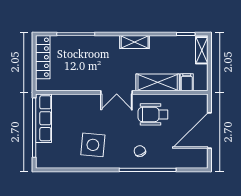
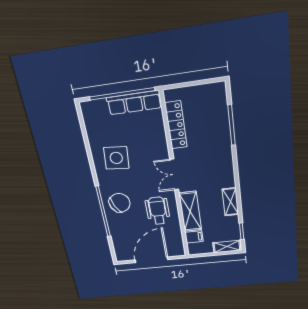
shelving: (135, 42) -> (230, 202), moved
locker: (43, 57) -> (176, 125), moved, turned -90
door: (209, 131) -> (151, 260), hinge flipped
chair: (140, 151) -> (120, 203), width x1.87, depth x1.87

